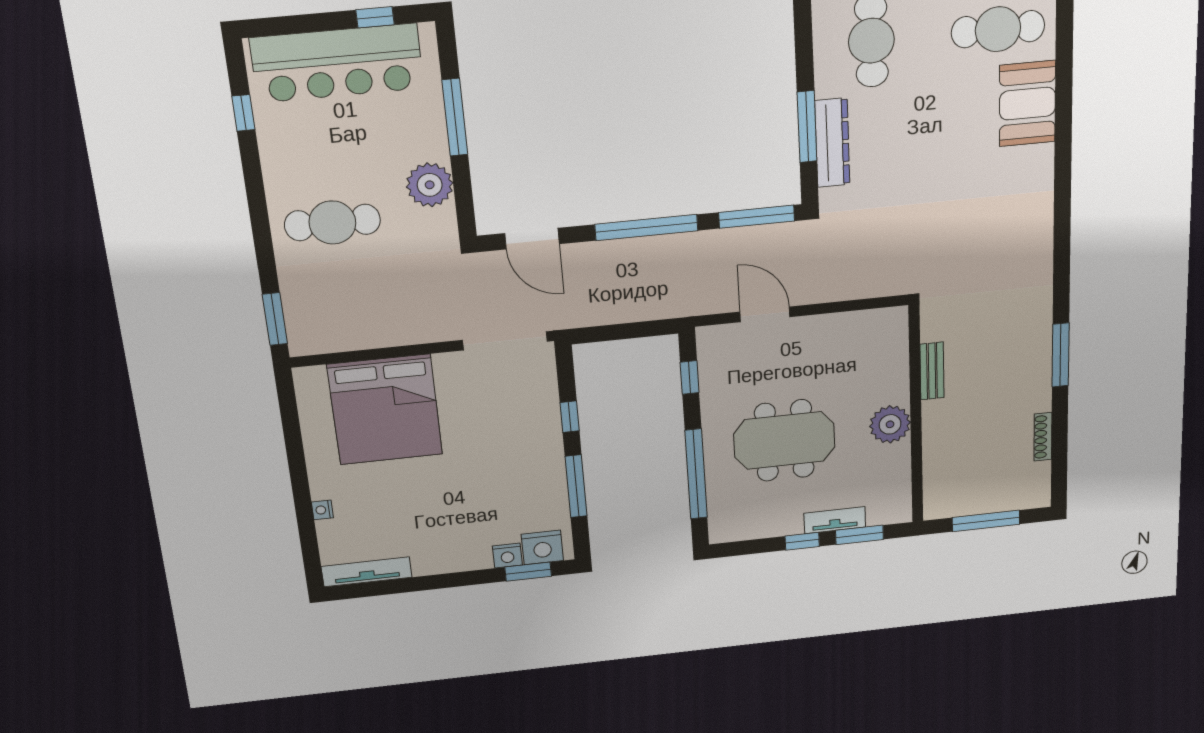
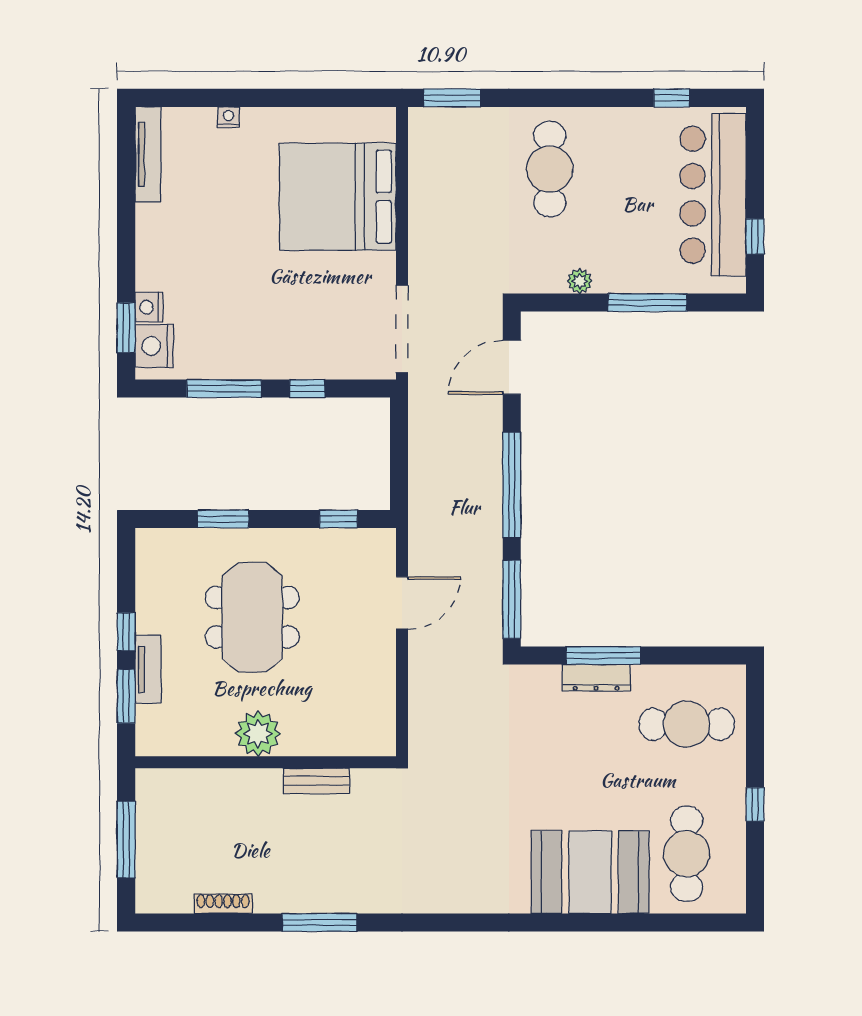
booth: (1027, 104) -> (590, 872), width x1.36, depth x1.42
dresser: (832, 143) -> (596, 678), width x0.73, depth x0.80
plant: (430, 185) -> (580, 281), width x0.53, depth x0.53
window: (696, 474) -> (223, 519), width x0.47

